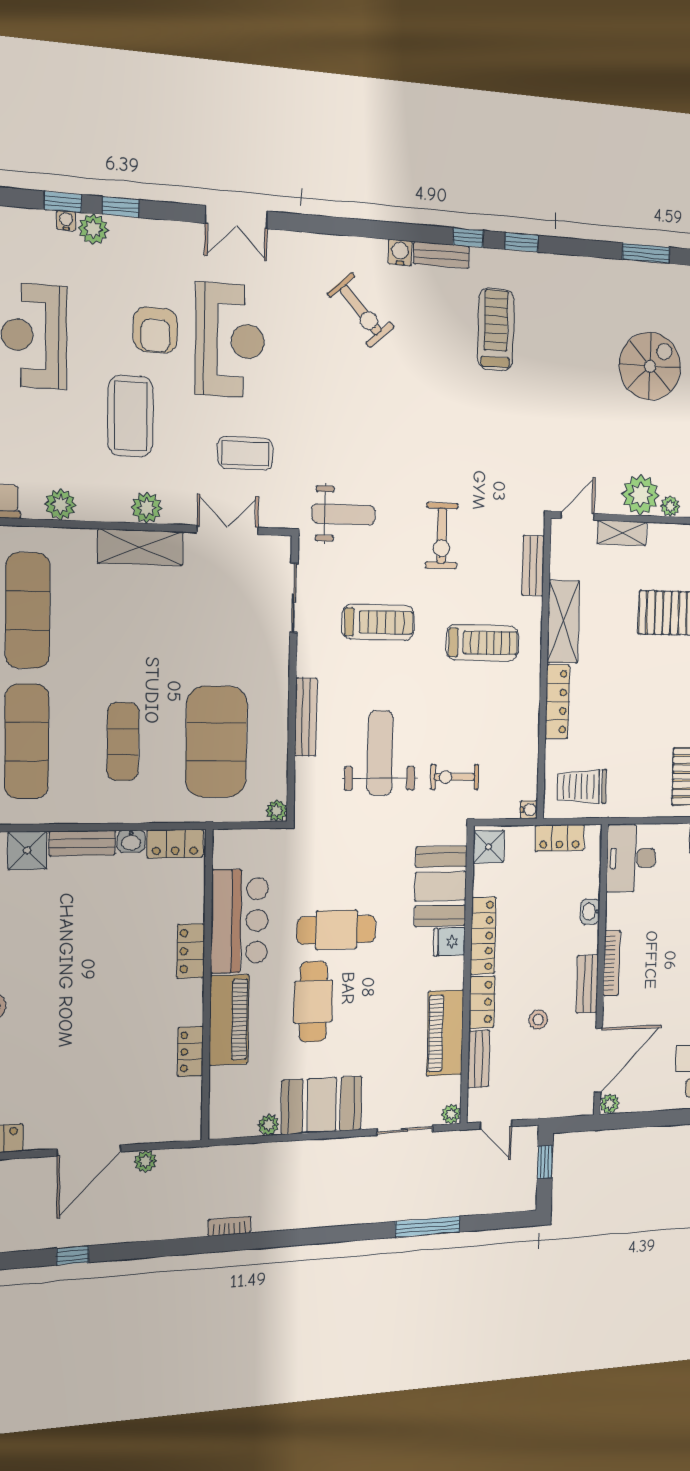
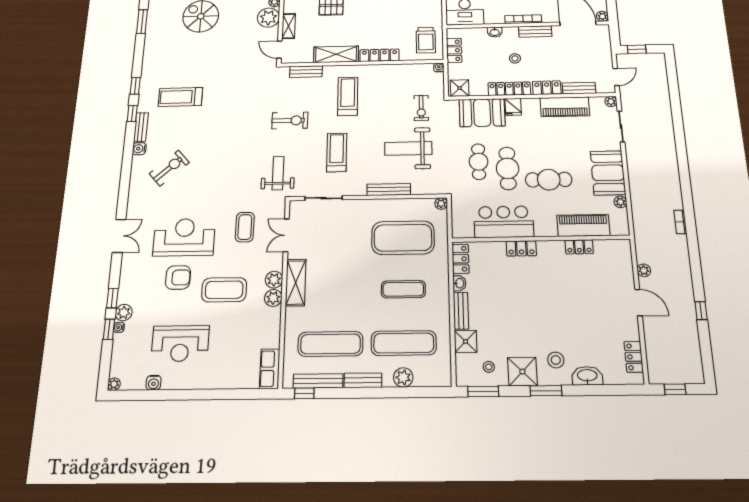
plant: (60, 504) -> (273, 298), moved
cafe table: (351, 878) -> (479, 162), added
piano: (229, 1020) -> (583, 225), moved
stool: (538, 1020) -> (515, 58), moved
door: (89, 1150) -> (639, 303), width x0.73
window: (428, 1227) -> (676, 112), removed

